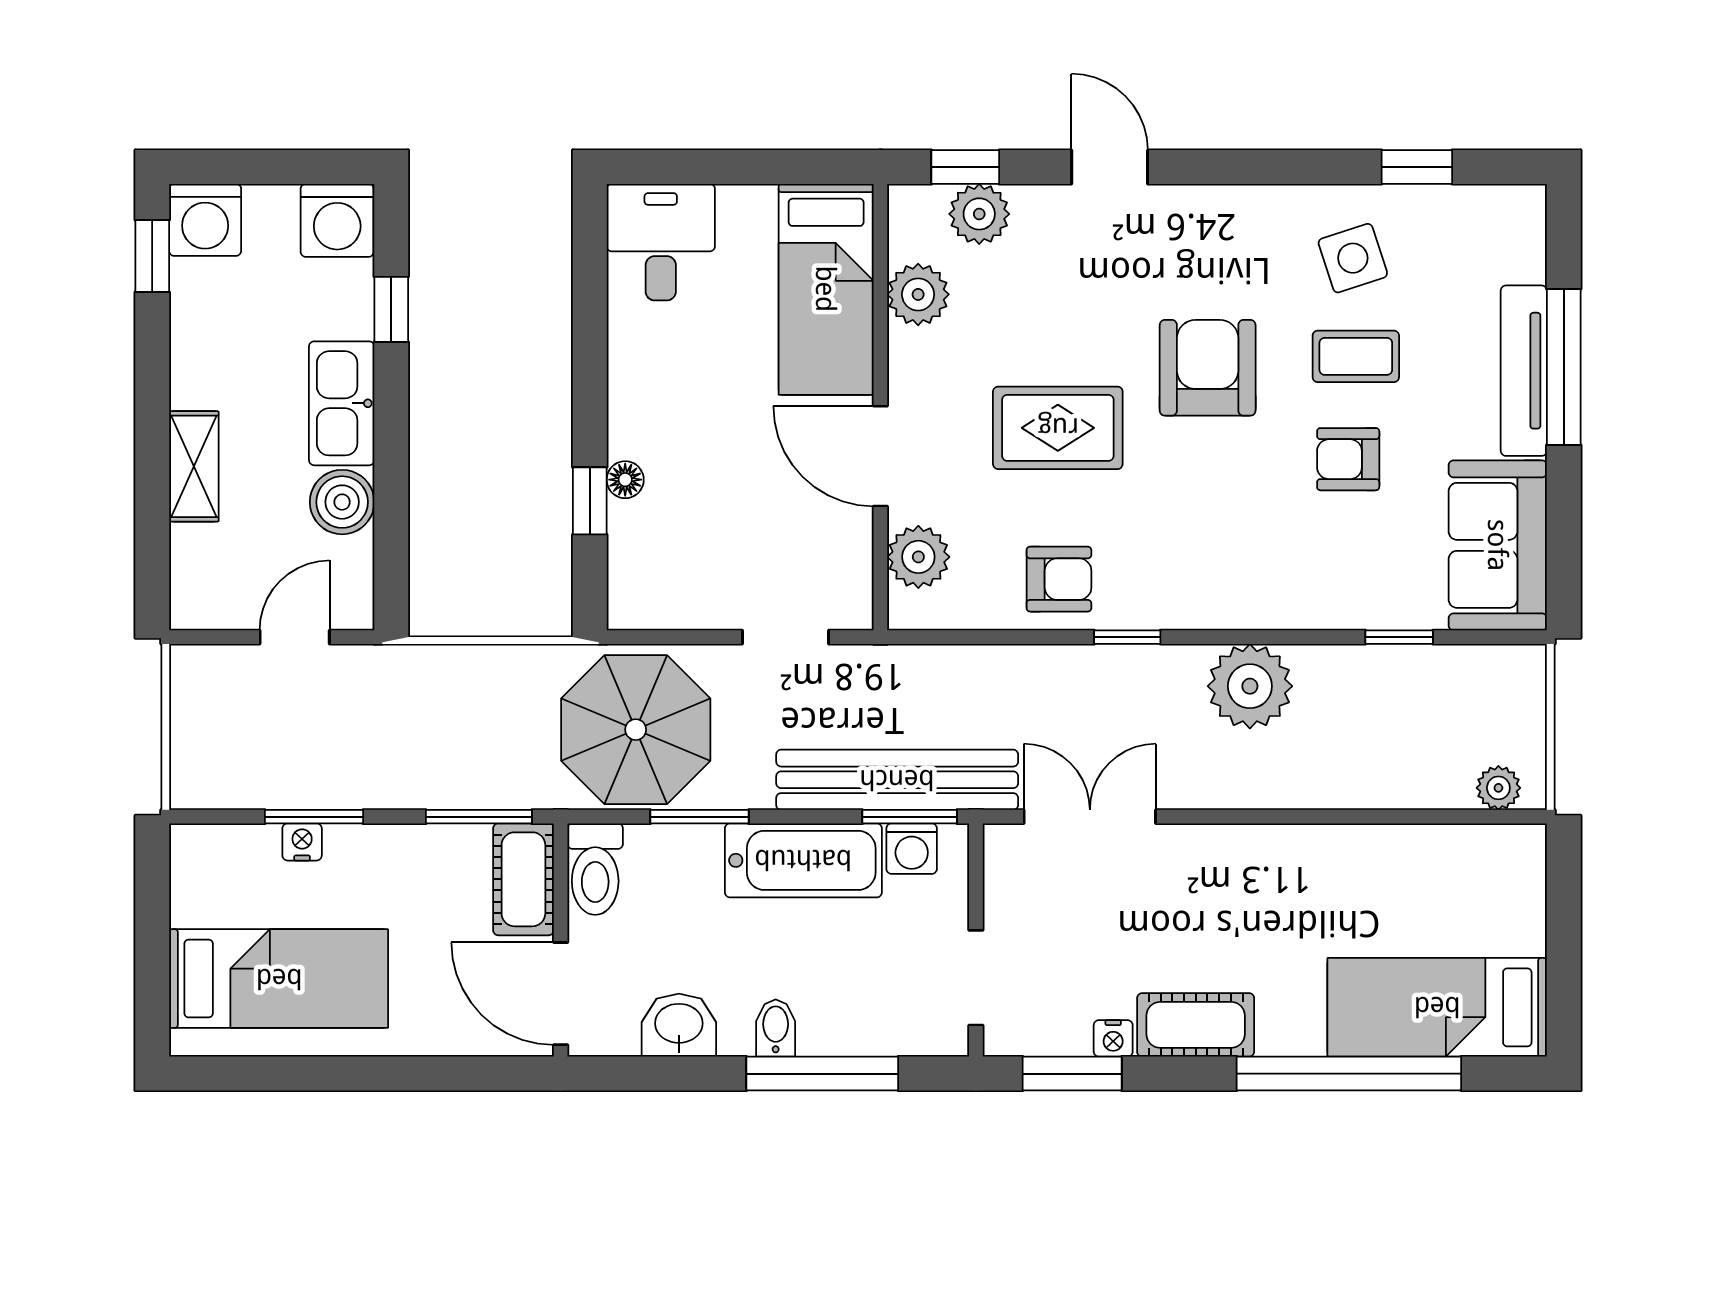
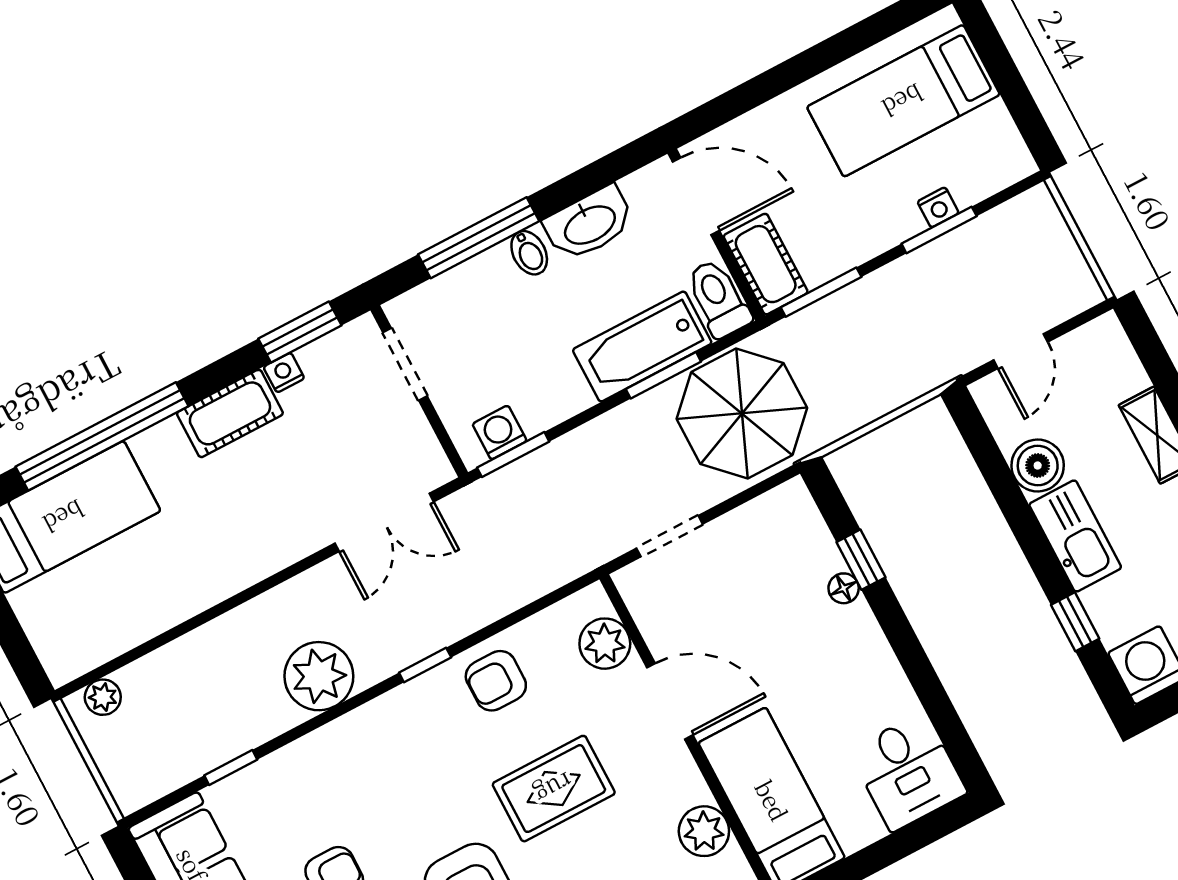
bench: (897, 780) -> (536, 476), removed
bathtub: (803, 860) -> (642, 346), moved
washbasin: (679, 1025) -> (589, 224), width x1.38

